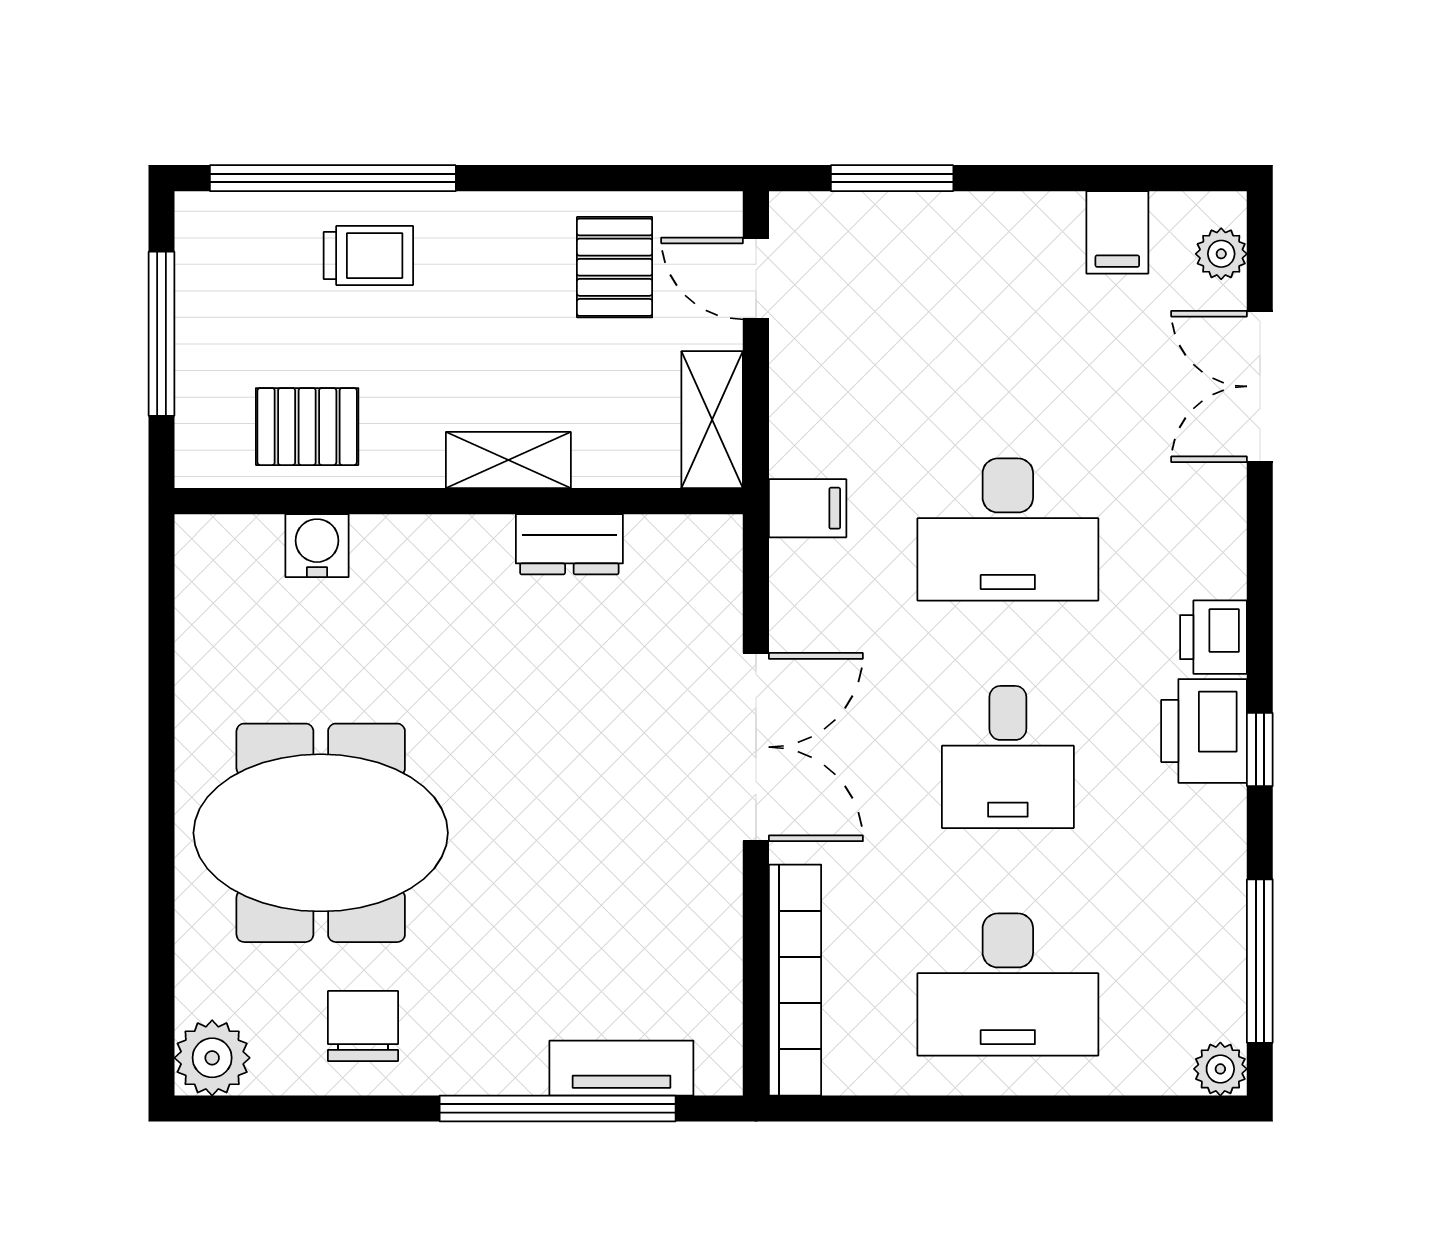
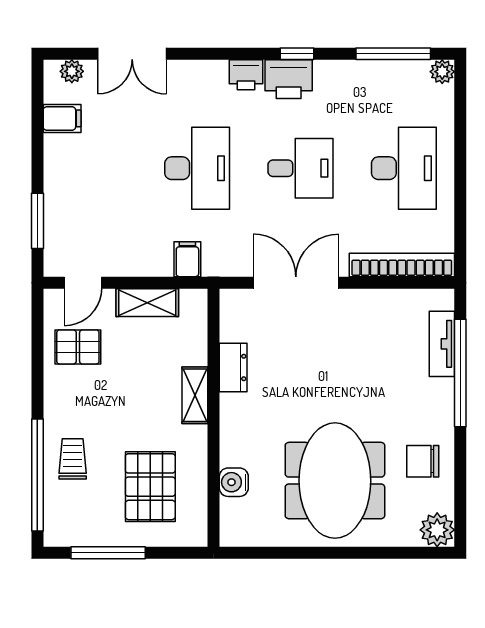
pallet: (307, 427) -> (150, 487), width x1.50, depth x1.42
shelving: (508, 460) -> (195, 395), moved
wall: (459, 501) -> (214, 418), moved
dresser: (569, 544) -> (233, 368), moved
water cooler: (317, 546) -> (234, 482), moved

